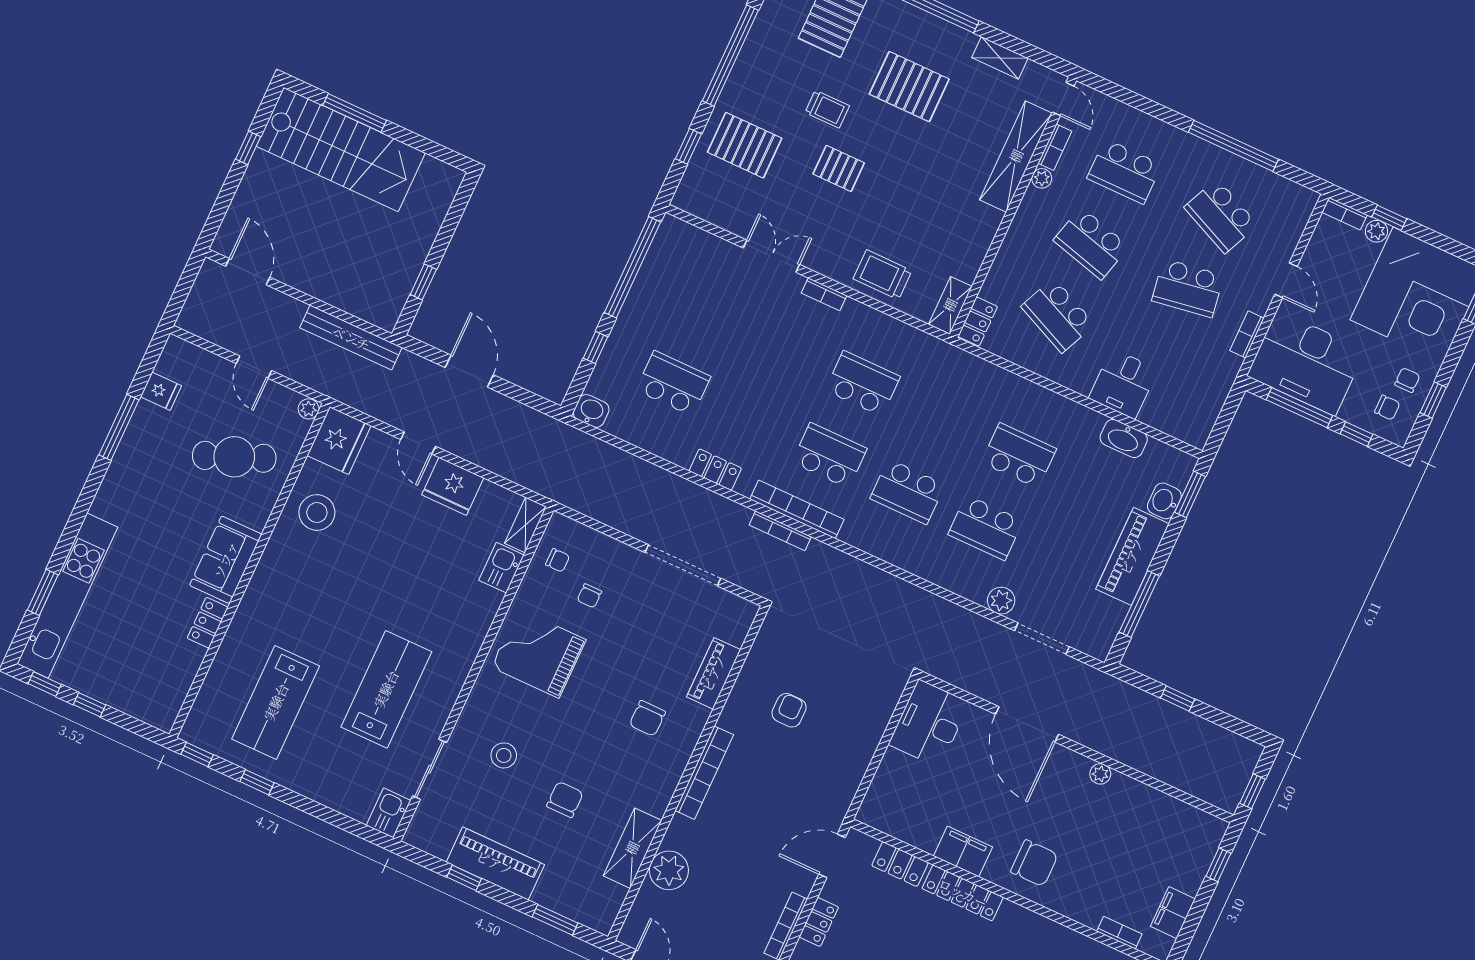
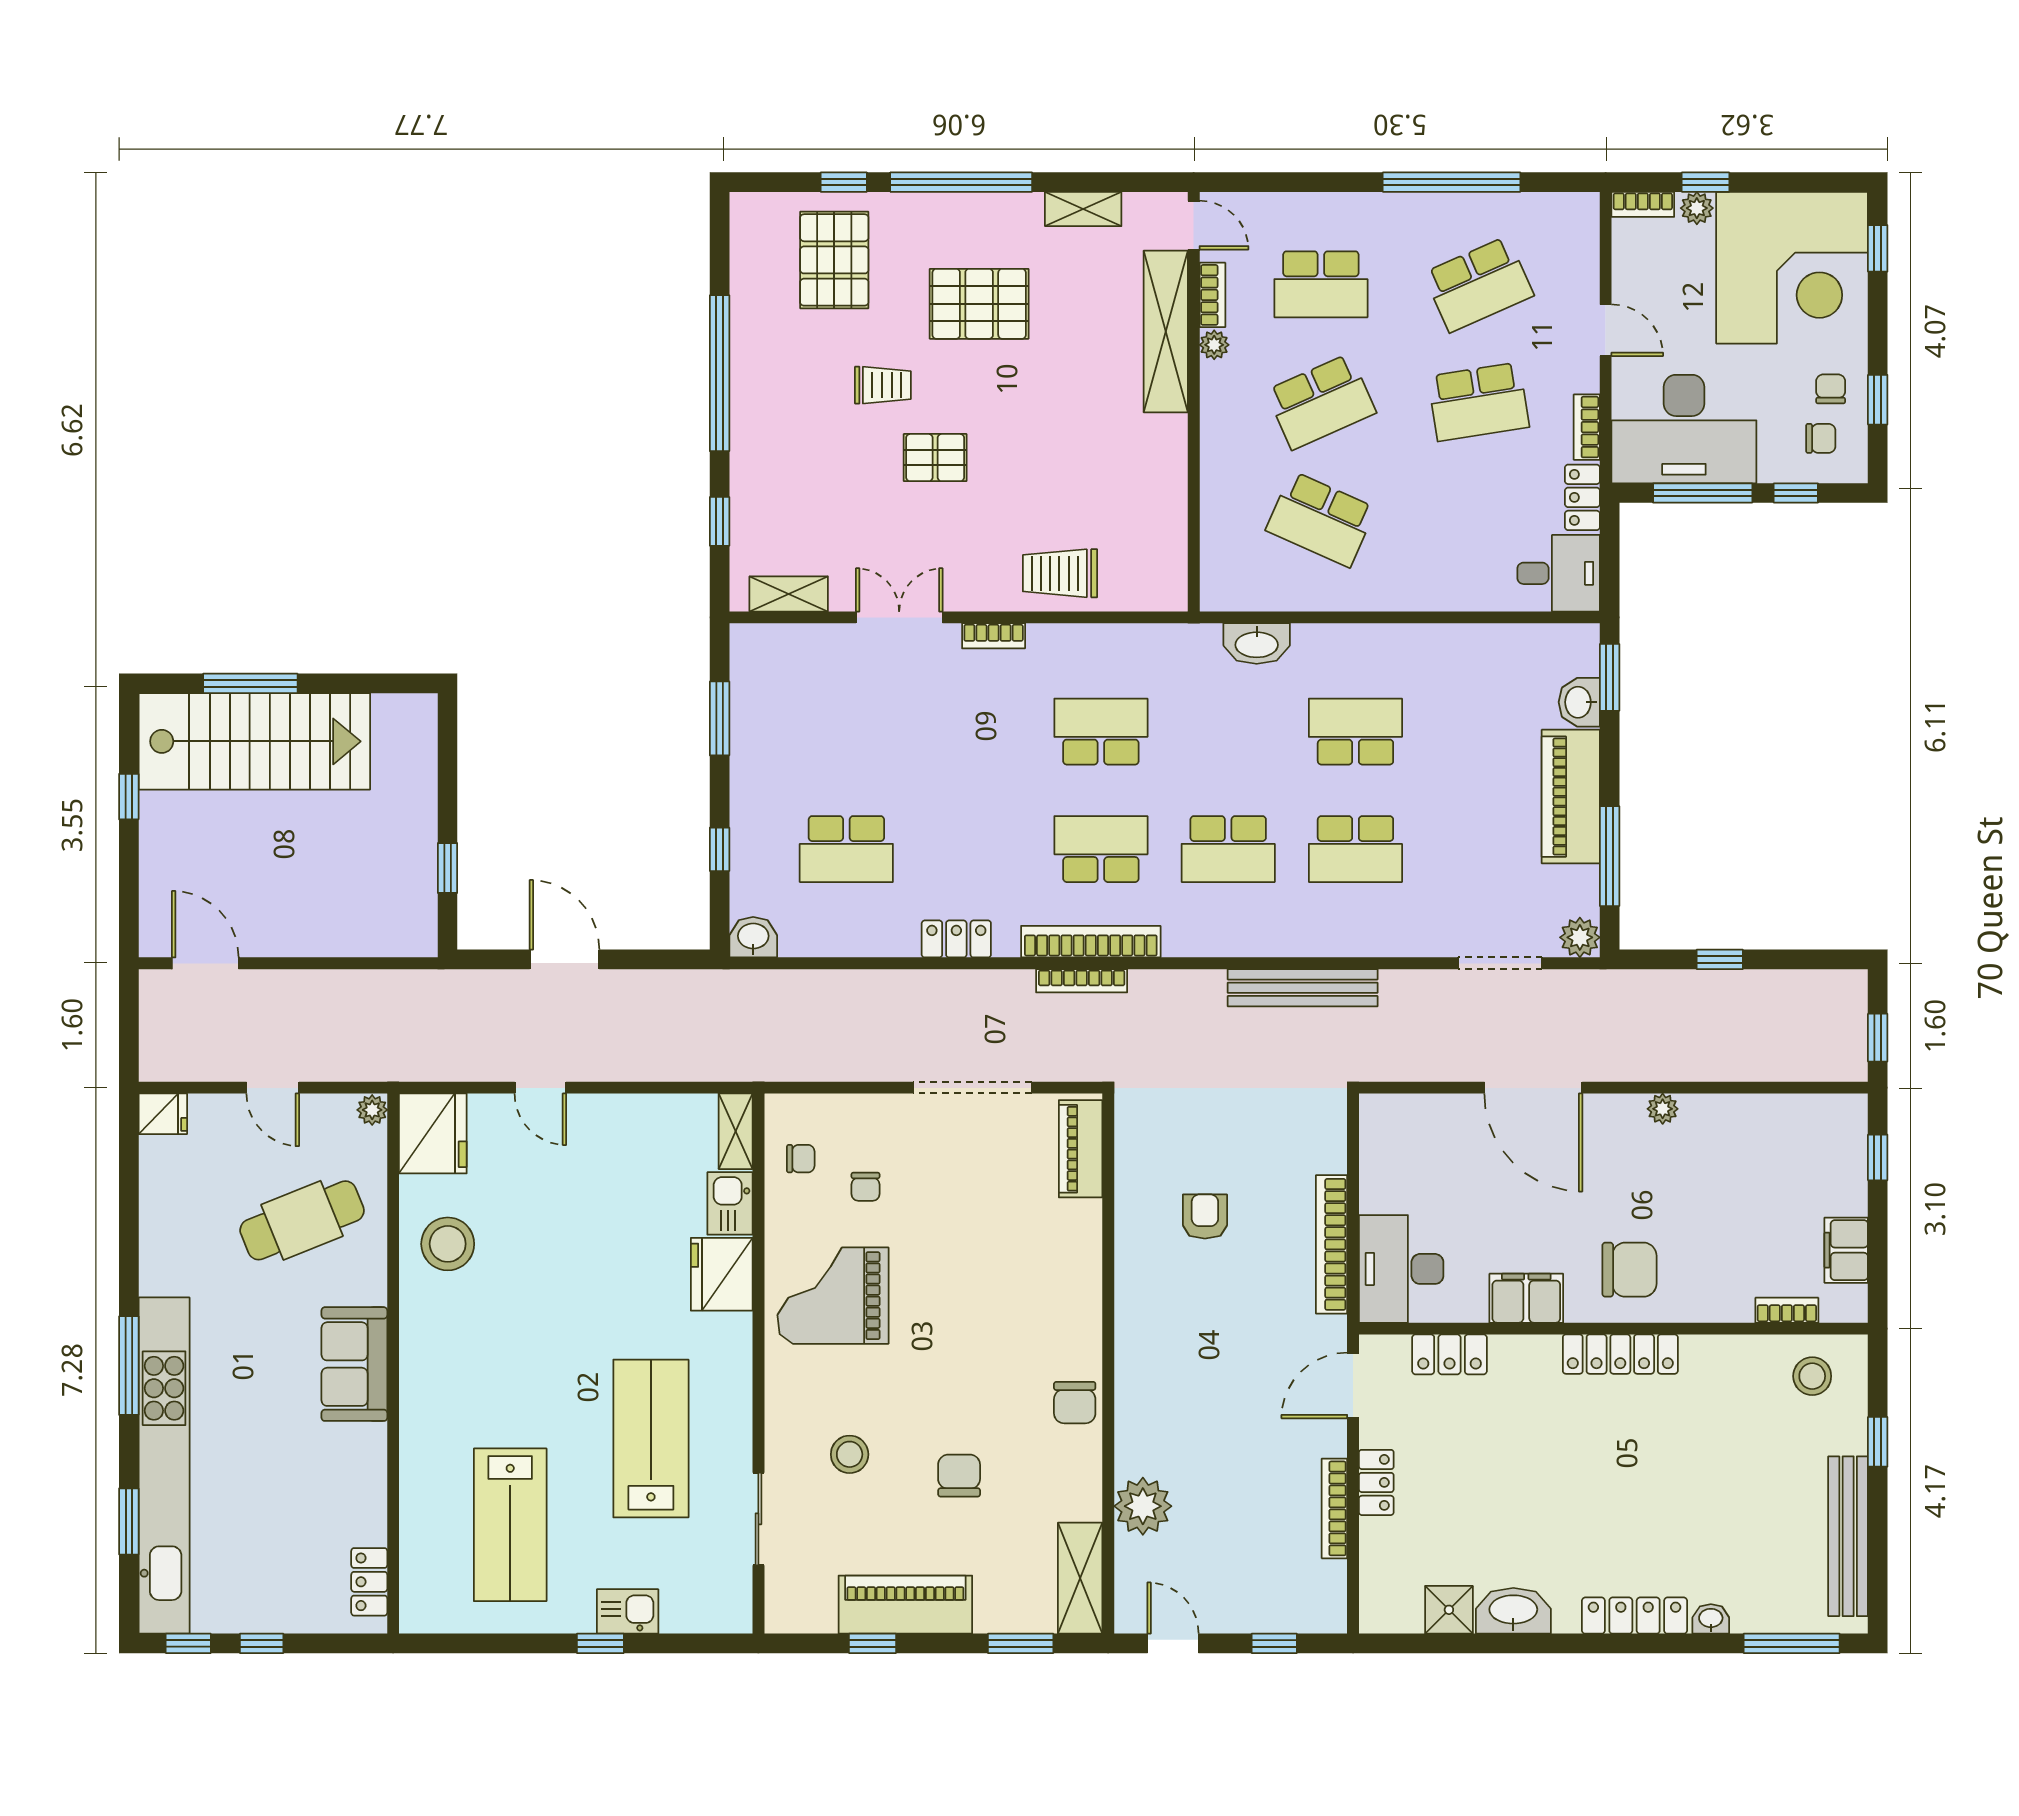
pallet: (745, 145) -> (794, 485), removed
school desk: (1221, 216) -> (1478, 284), turned -48
school desk: (1091, 243) -> (1321, 402), turned -39
window: (633, 267) -> (720, 718), width x0.47
shelving: (950, 305) -> (789, 594), moved, turned 90
locker: (978, 322) -> (1582, 497), moved, turned 180
bench: (351, 338) -> (1303, 988), moved
school desk: (673, 383) -> (846, 849), turned 180
desk: (1123, 384) -> (1559, 573), moved, turned -90
fridge: (161, 391) -> (163, 1114), moved
window: (119, 427) -> (129, 1366), moved
washbasin: (1124, 439) -> (1257, 644), moved
fridge: (453, 486) -> (722, 1274), moved, turned 90
kitchen unit: (67, 596) -> (164, 1466), width x1.36
plant: (1001, 601) -> (1580, 937), moved
locker: (208, 623) -> (369, 1582), moved
piano: (714, 673) -> (1081, 1149), moved
chair: (647, 718) -> (1075, 1403), moved
desk: (929, 723) -> (1401, 1269), moved
window: (197, 754) -> (437, 1643), removed
bookcase: (704, 773) -> (1332, 1244), moved, turned 180
window: (257, 782) -> (600, 1643), moved
kitchen sink: (388, 813) -> (628, 1611), moved, turned 90
shelving: (632, 848) -> (1080, 1578), moved
locker: (963, 893) -> (1620, 1354), moved

